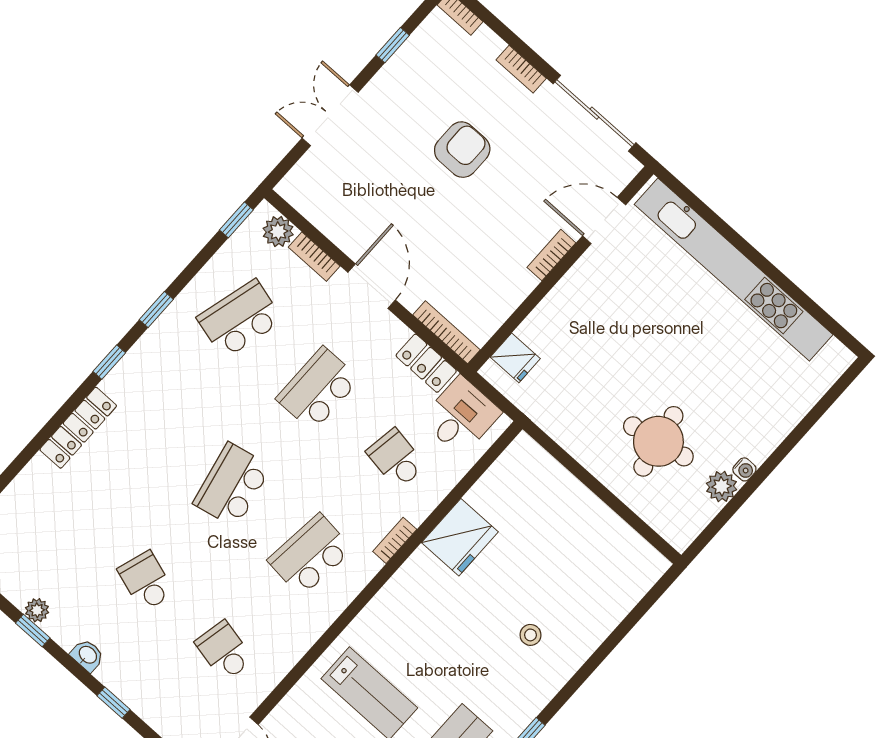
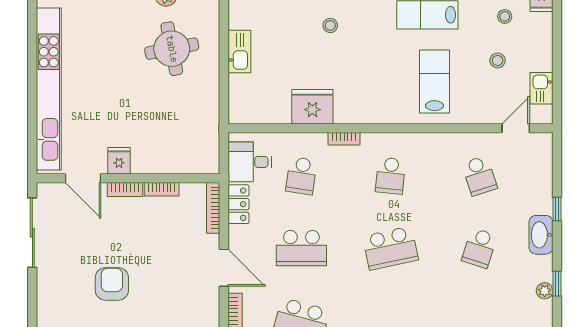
bookcase: (521, 69) -> (162, 189), moved, turned 90
armchair: (462, 150) -> (112, 284), turned 90
door: (372, 286) -> (224, 268), swing flipped
fridge: (515, 358) -> (119, 161), moved
kitchen sink: (590, 512) -> (239, 51), added
school desk: (310, 555) -> (390, 176), width x0.54
school desk: (224, 651) -> (479, 176), turned -30
washbasin: (87, 655) -> (541, 235), width x1.91, depth x1.45

